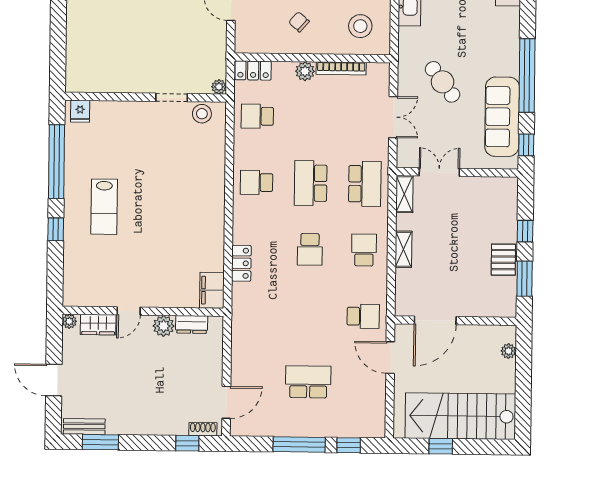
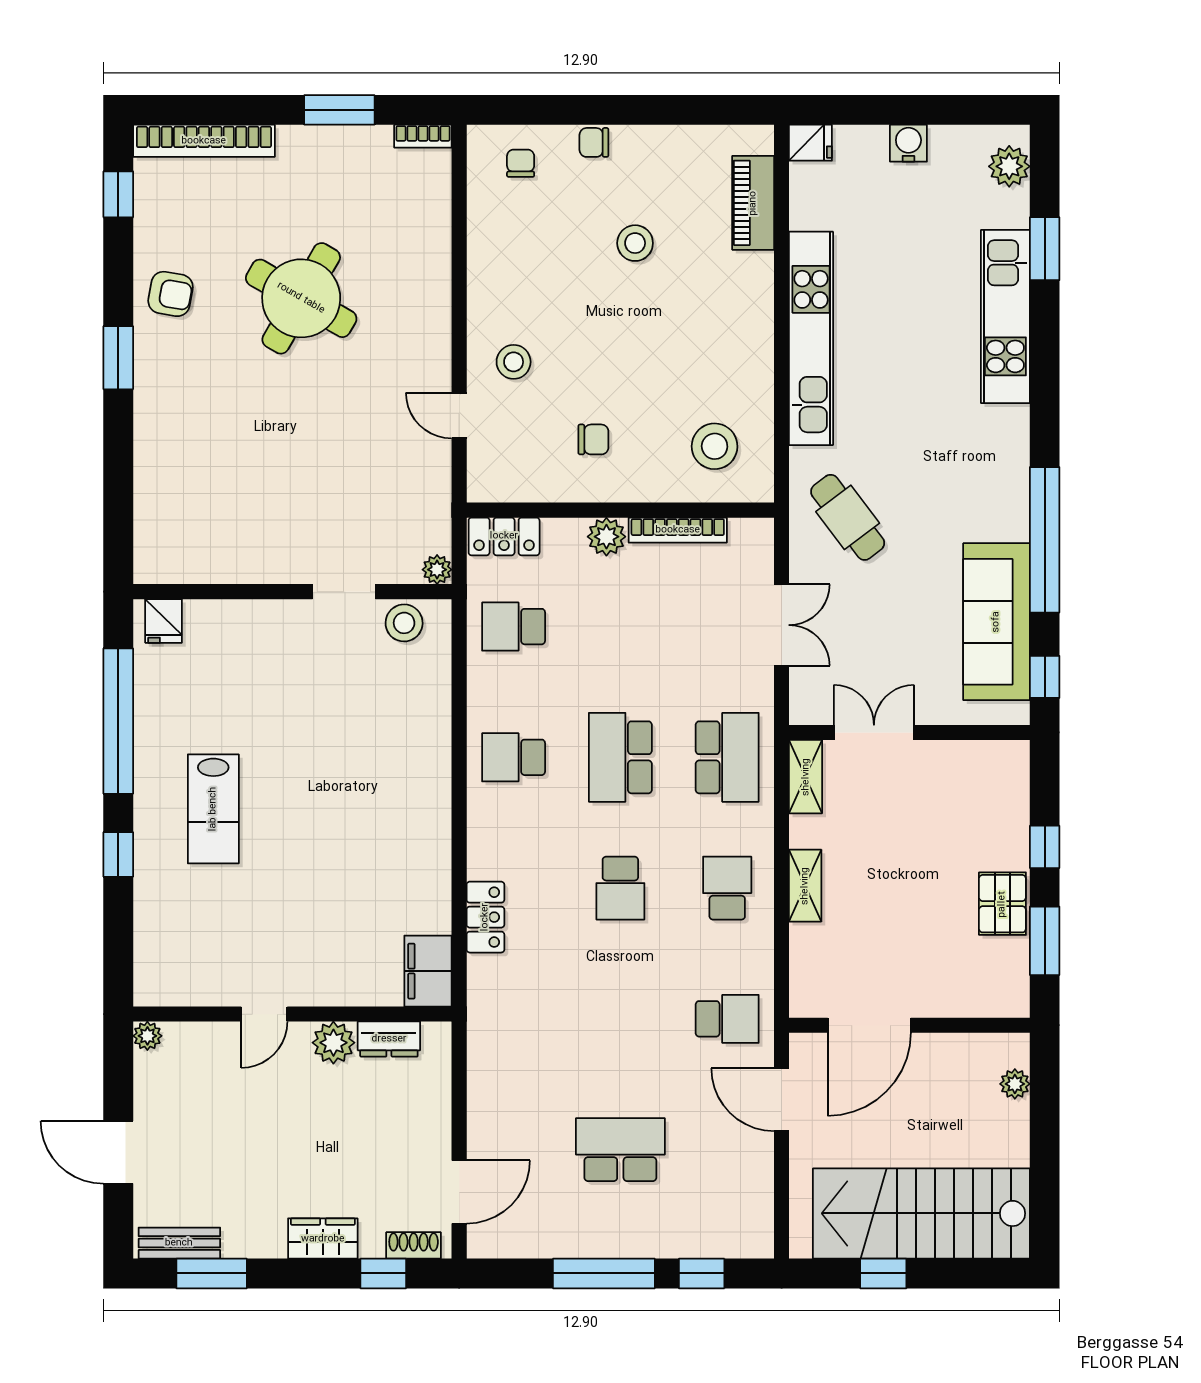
chair: (299, 22) -> (593, 439), turned 139
cafe table: (443, 82) -> (848, 517), moved
wardrobe: (98, 325) -> (323, 1239), moved, turned 180

